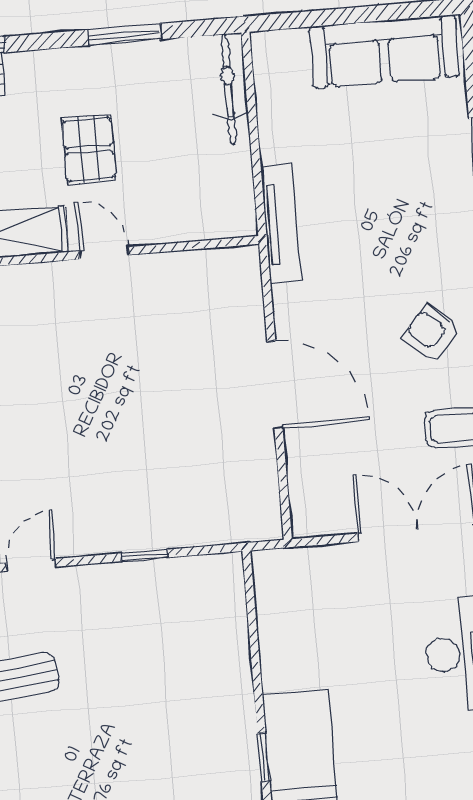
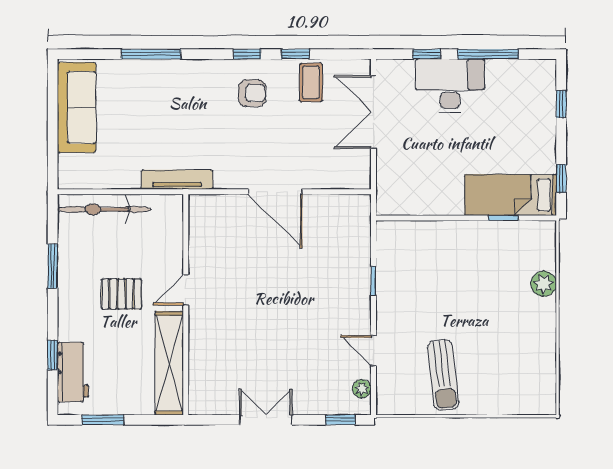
bicycle: (229, 89) -> (104, 209), width x1.37, depth x1.40
armchair: (431, 334) -> (252, 93), turned -132
door: (275, 385) -> (275, 192), swing flipped

